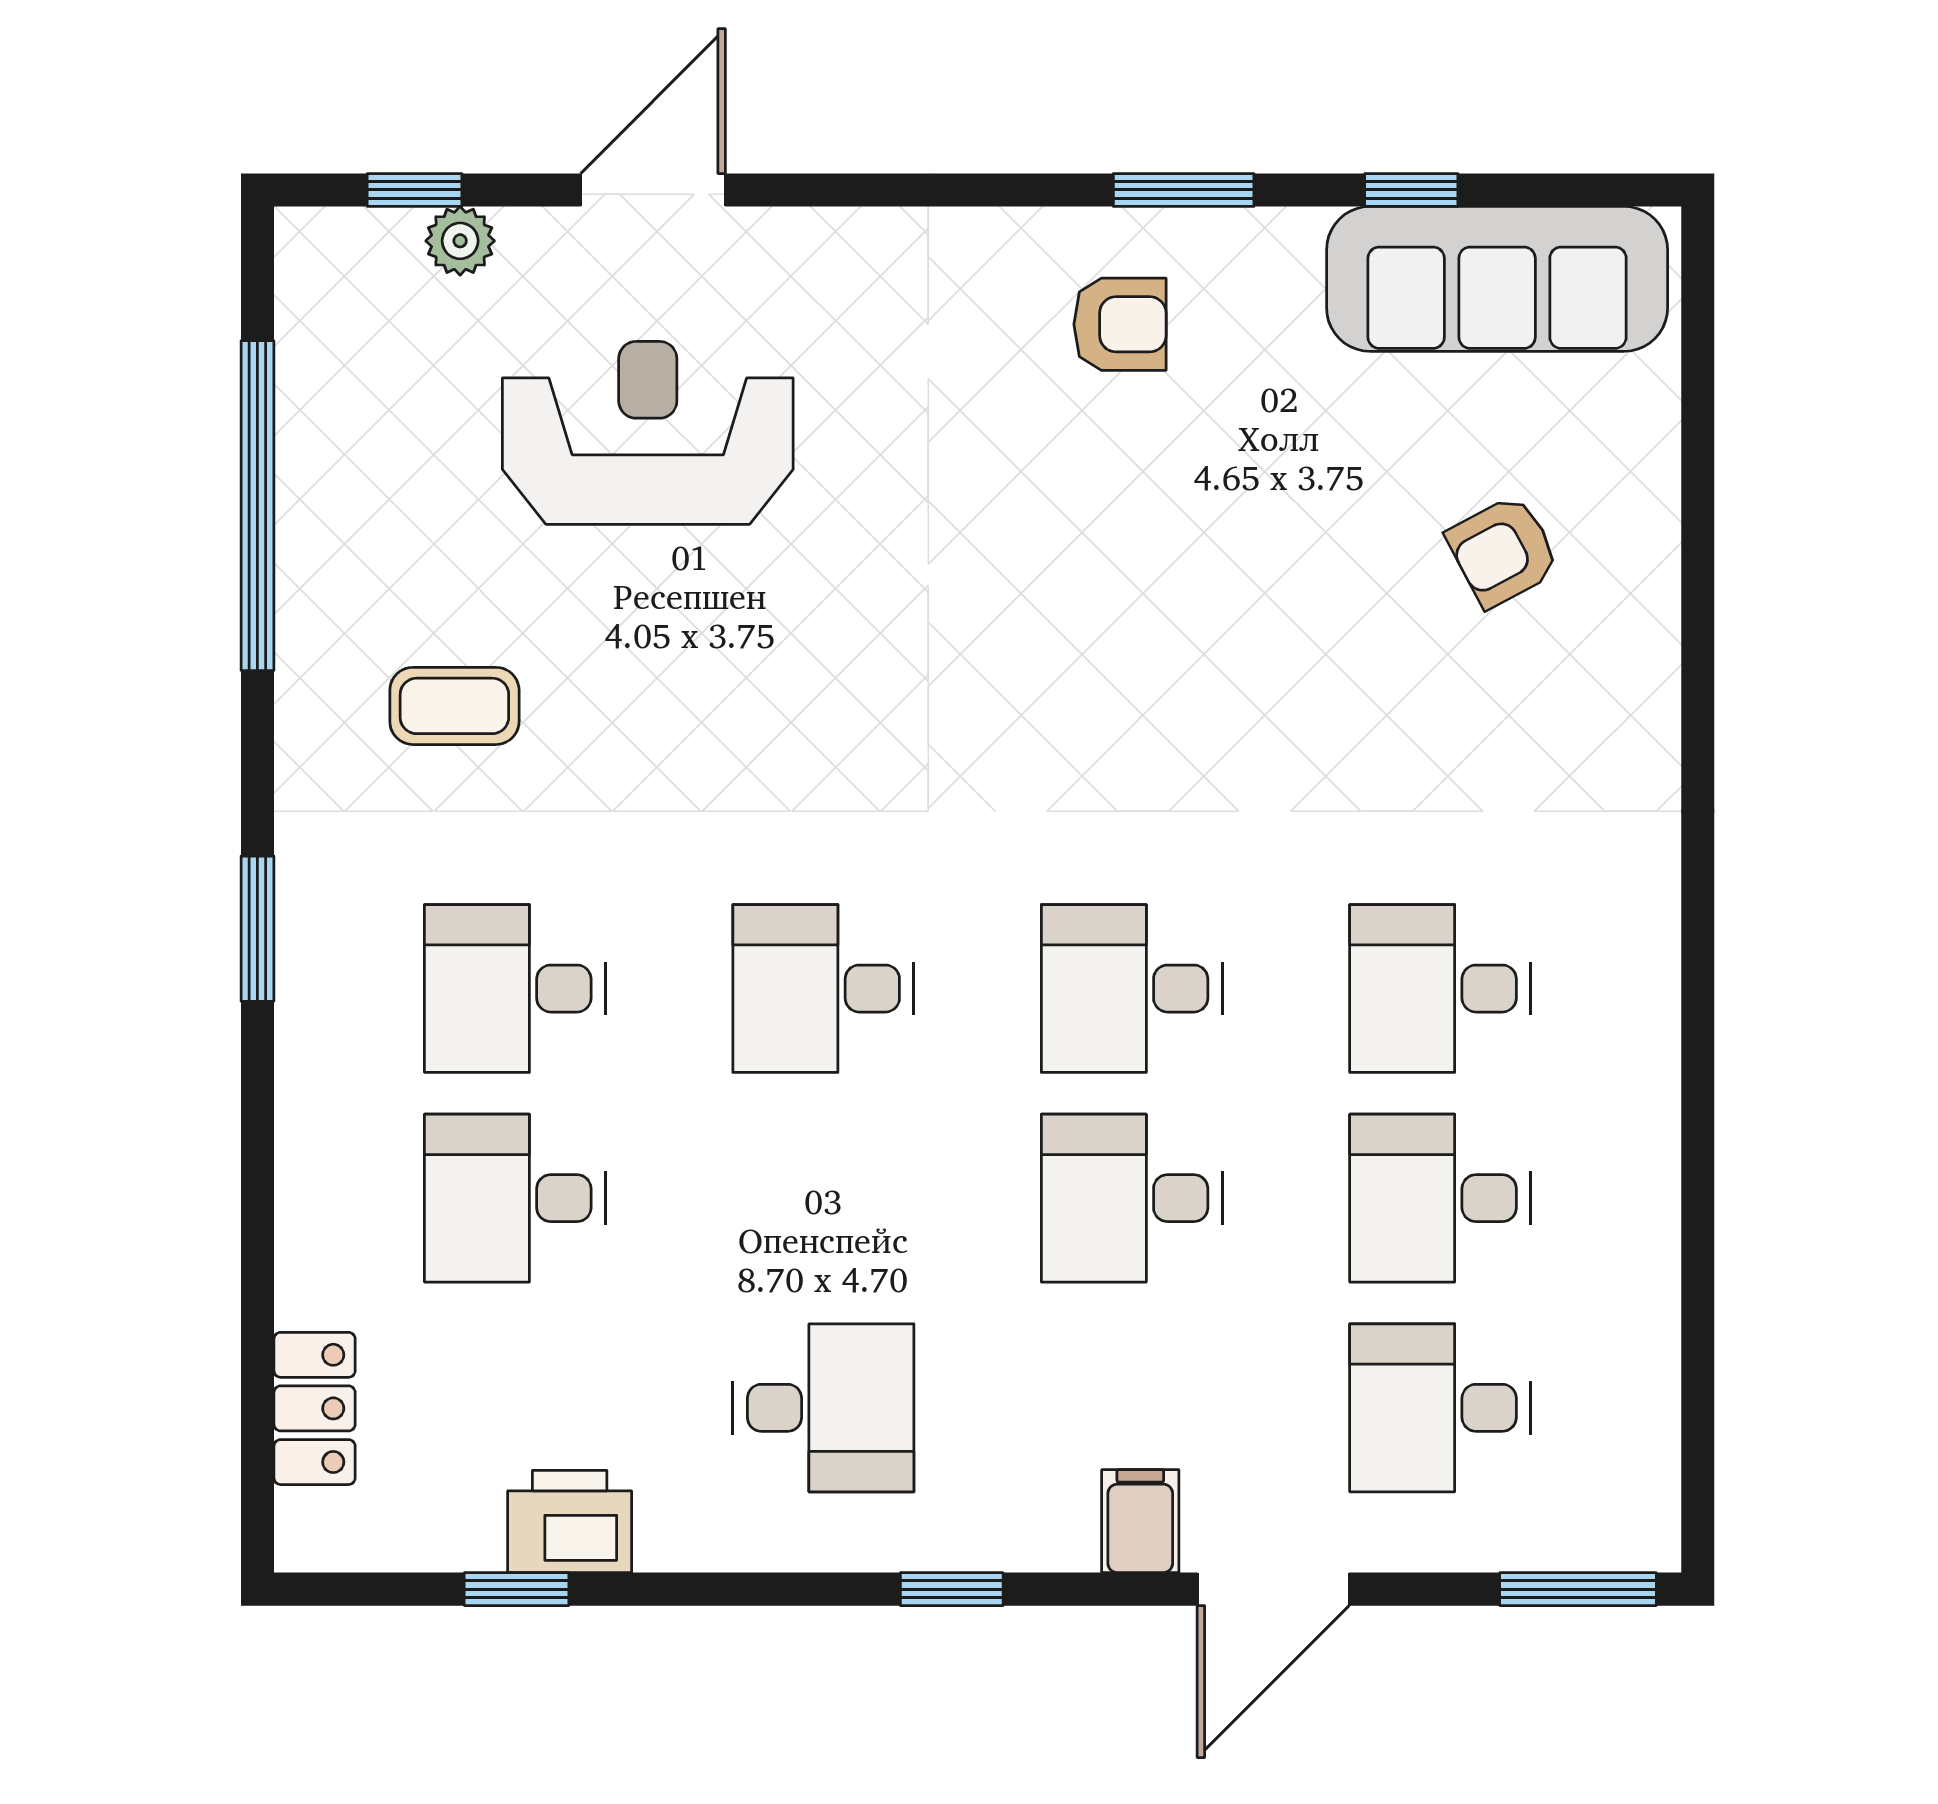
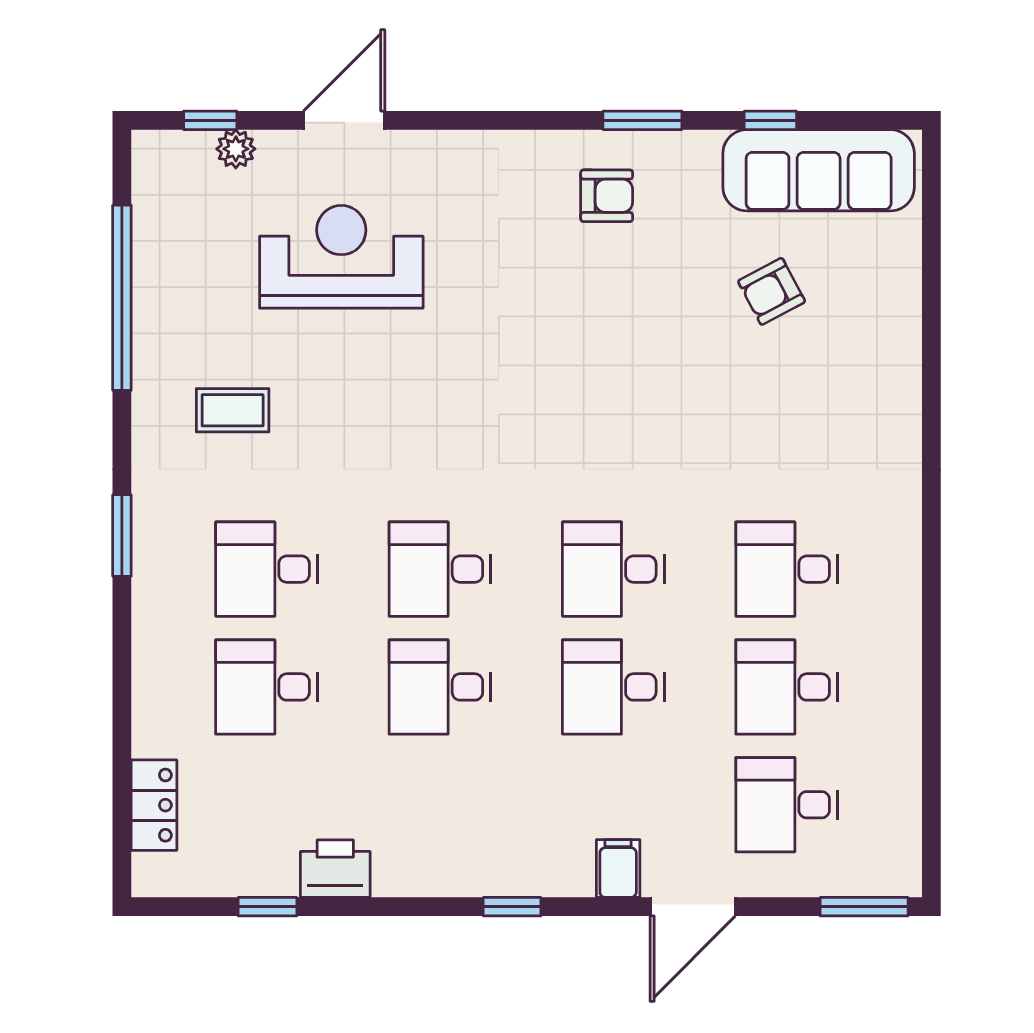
armchair: (1503, 551) -> (772, 291), moved
desk: (823, 1408) -> (440, 687), moved, turned 180
printer: (570, 1521) -> (335, 869), moved

